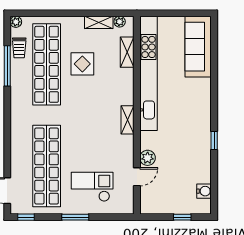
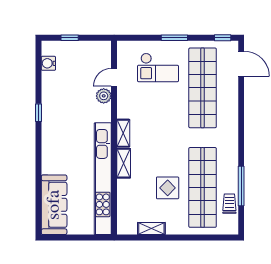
plant: (16, 22) -> (233, 229), removed
plant: (120, 22) -> (131, 229), removed
shelving: (127, 52) -> (124, 163), moved

